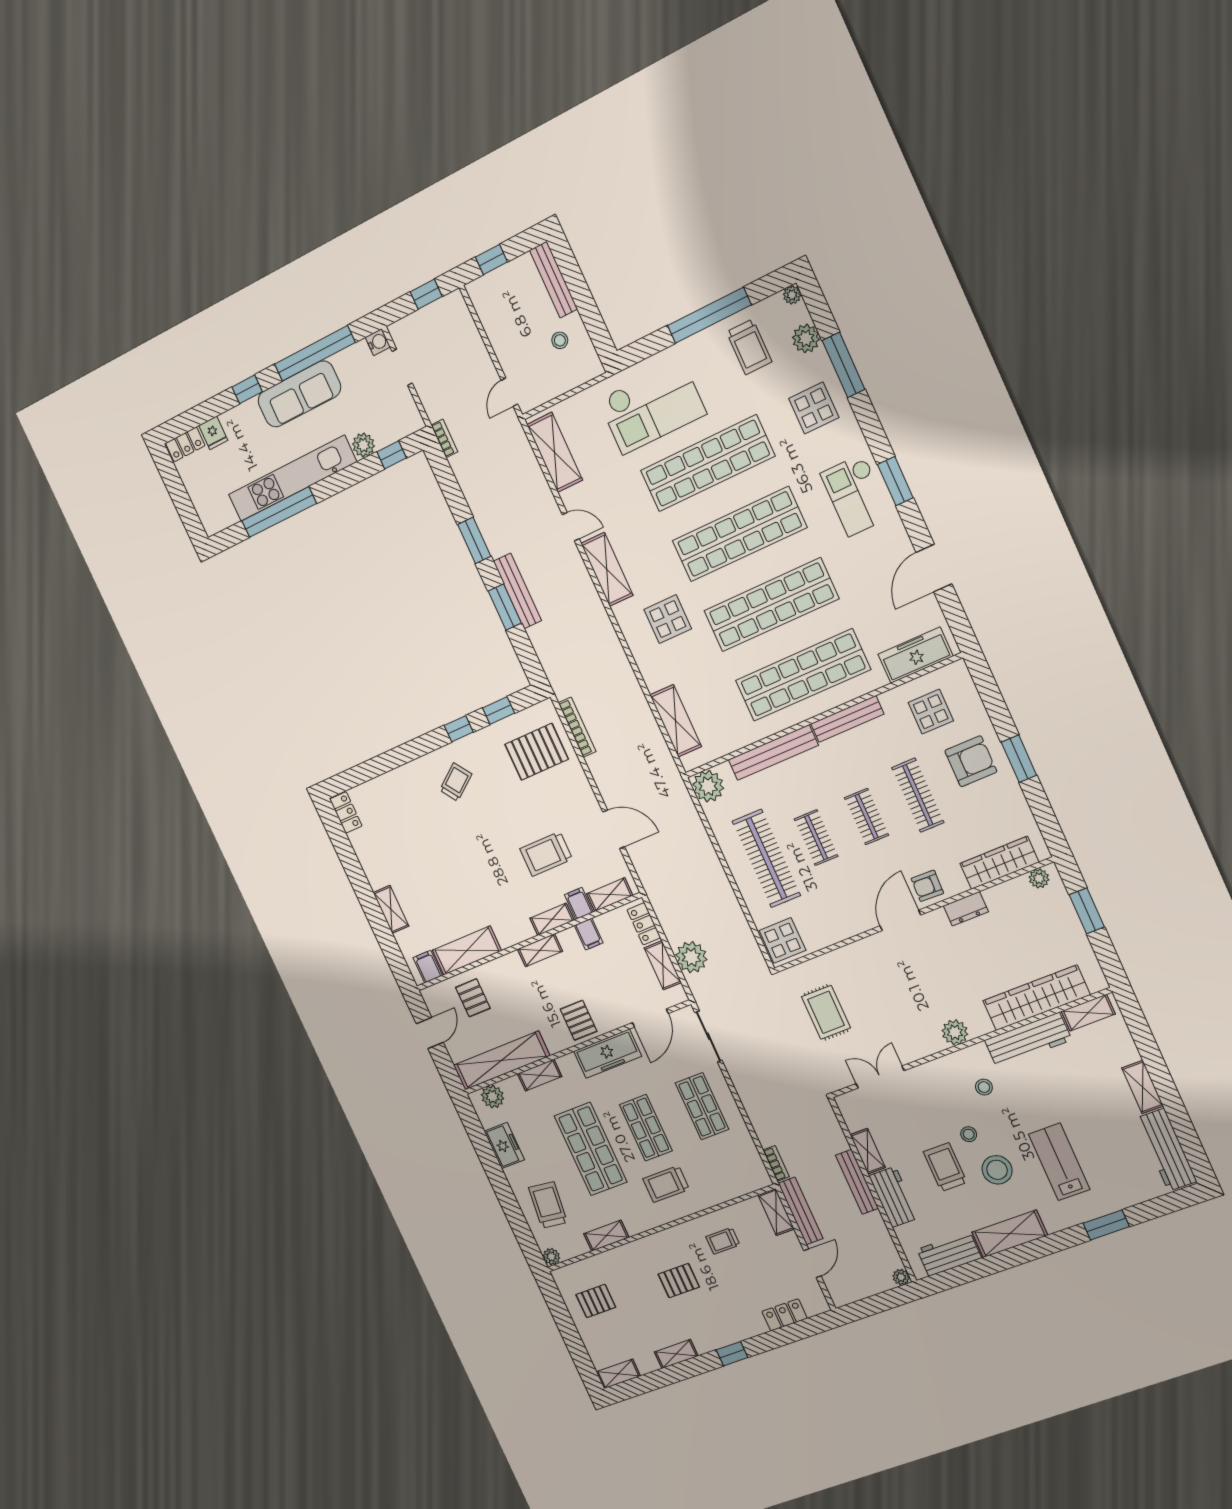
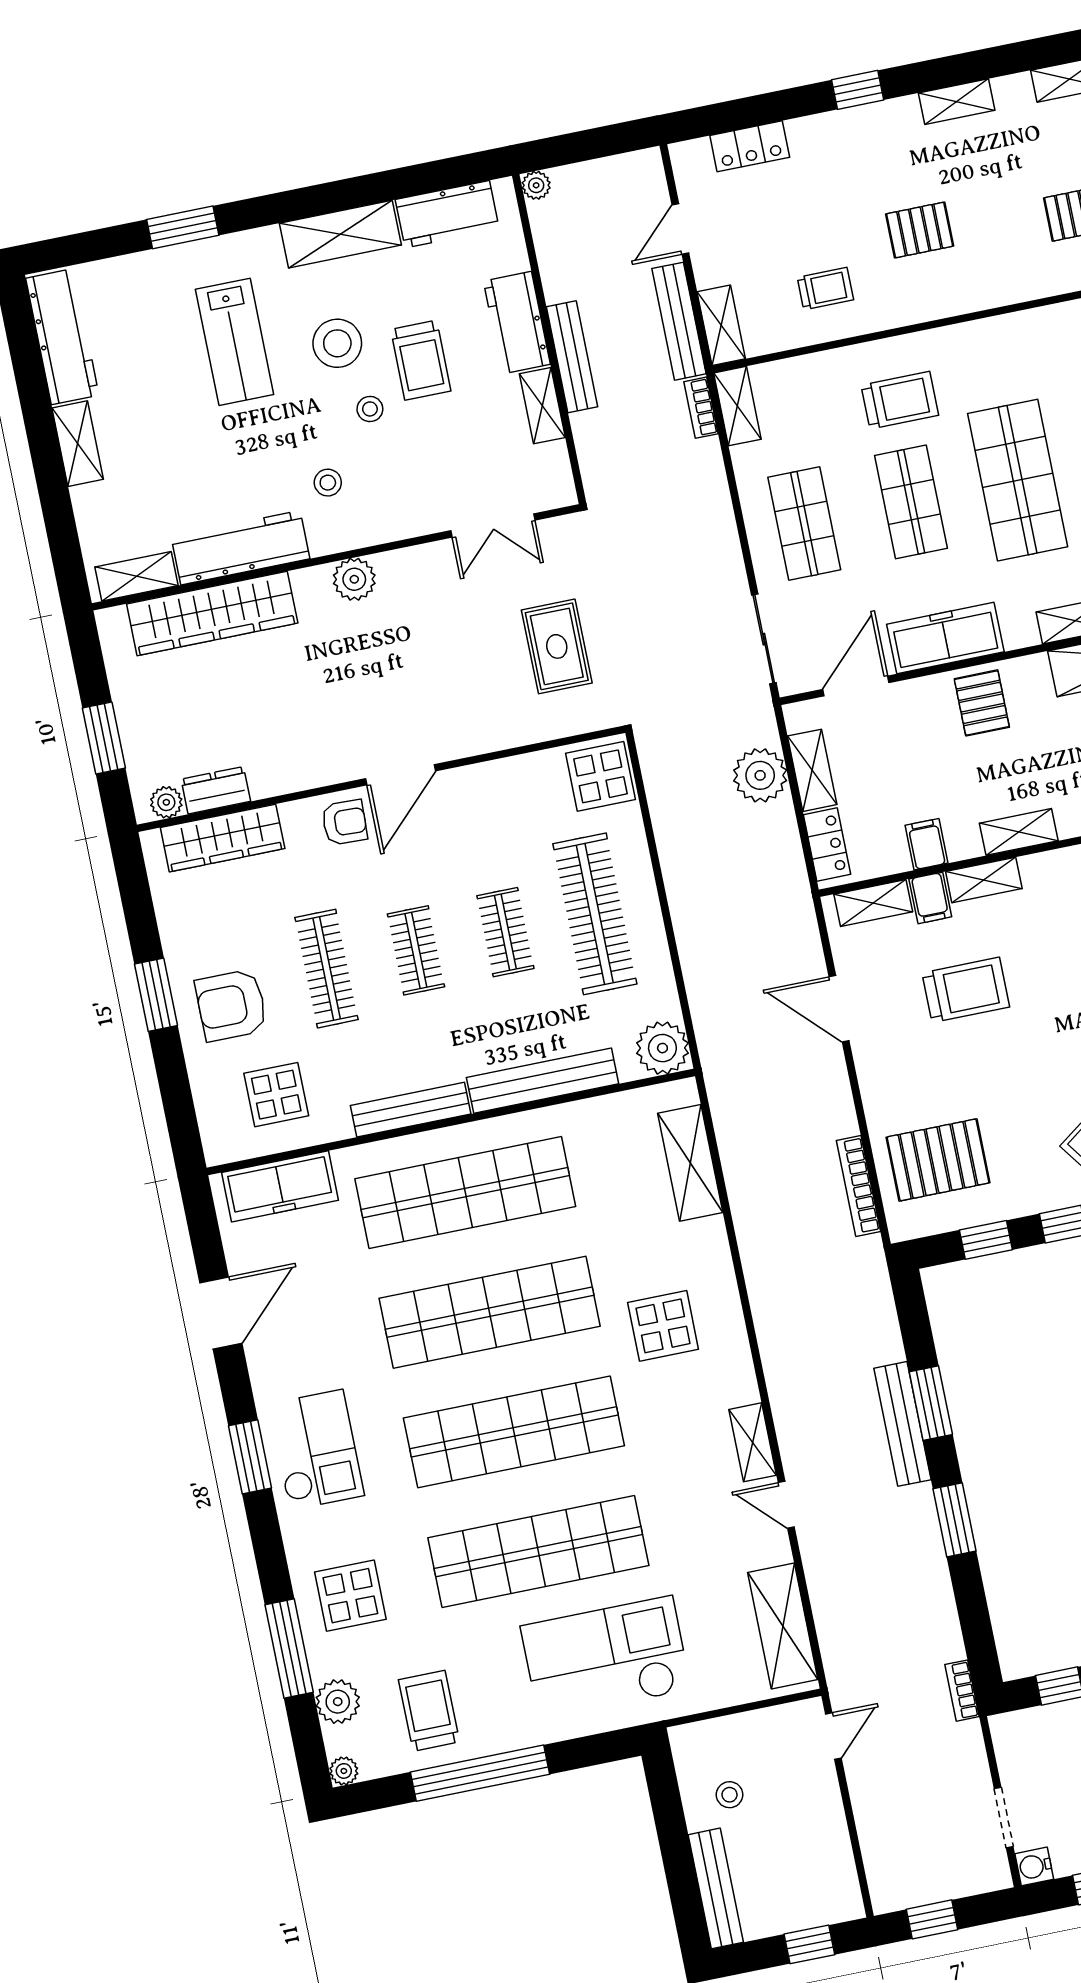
shelving: (607, 569) -> (753, 1442), width x0.67, depth x0.75
dresser: (966, 909) -> (216, 790), moved
shelving: (606, 1236) -> (737, 406), moved, turned 90

